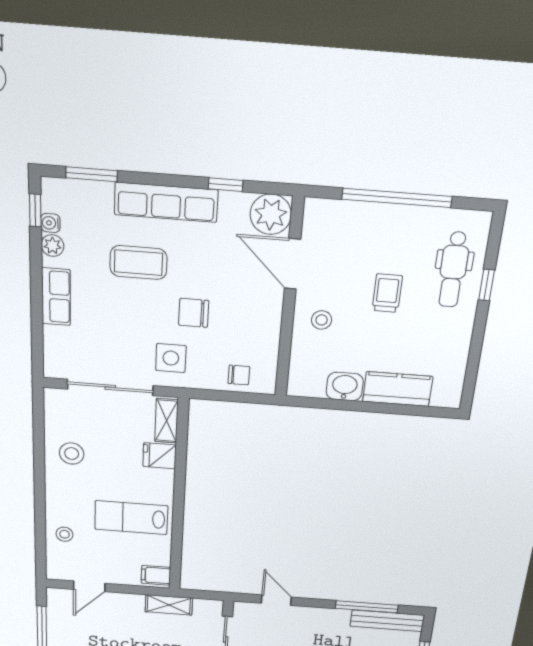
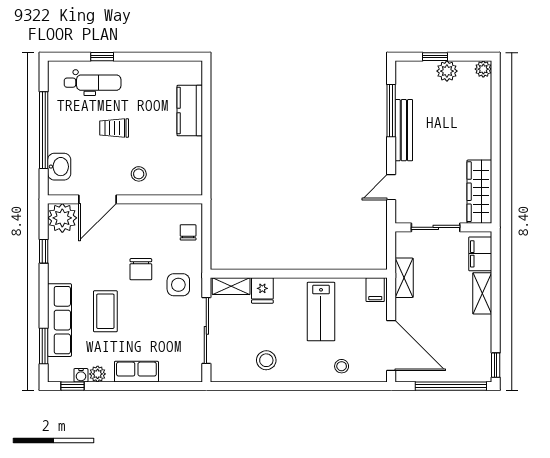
row of seats: (166, 202) -> (59, 320), moved
washbasin: (345, 386) -> (59, 167), moved, turned 180
door: (89, 586) -> (391, 345), width x1.88
bench: (387, 621) -> (404, 130), moved

